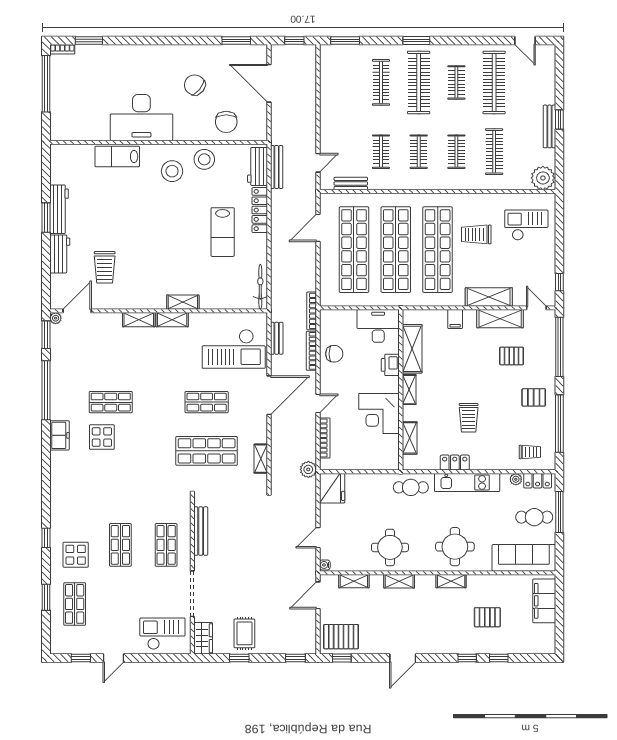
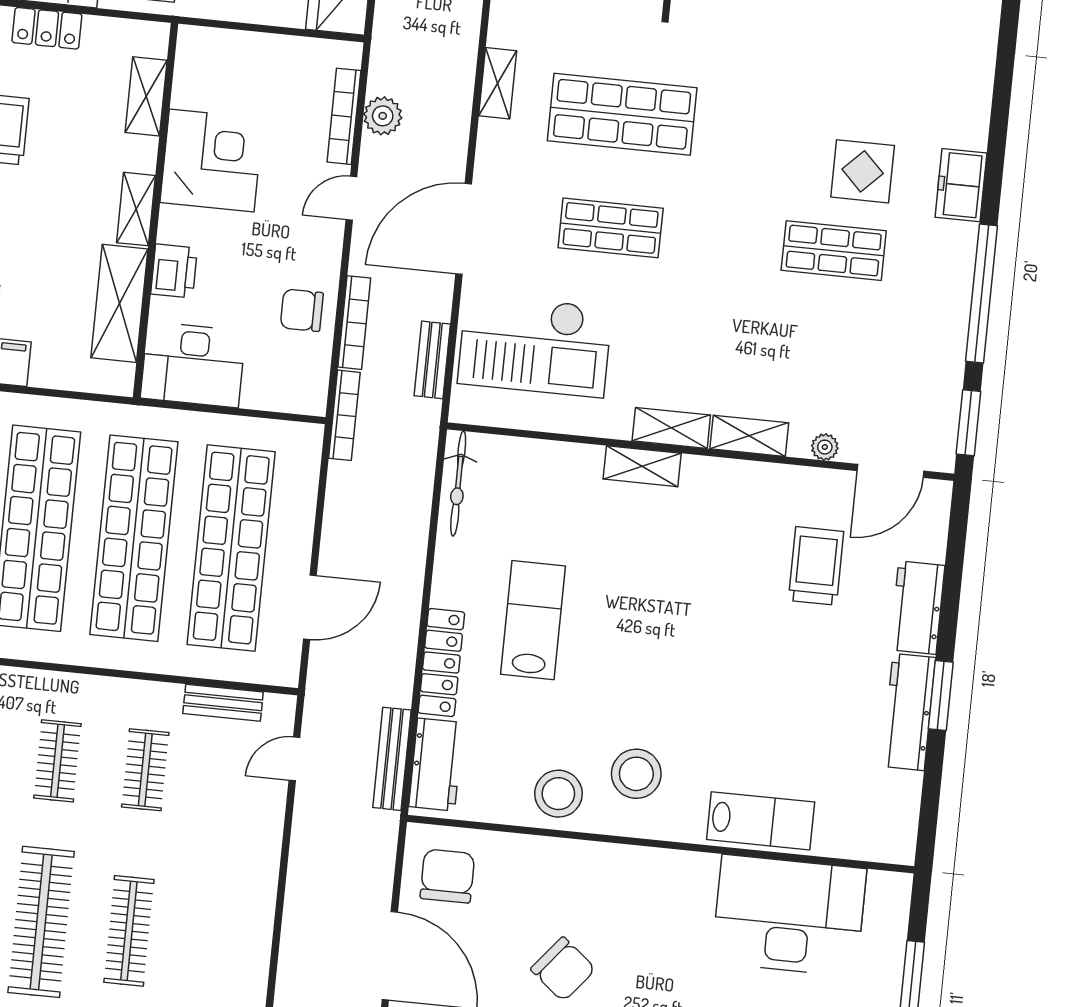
desk: (141, 118) -> (789, 915), moved
chair: (226, 122) -> (447, 876), moved
plant: (56, 318) -> (825, 447), moved
checkout: (234, 349) -> (535, 345), turned 180
plant: (308, 469) -> (383, 116), moved

